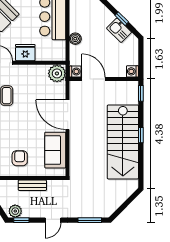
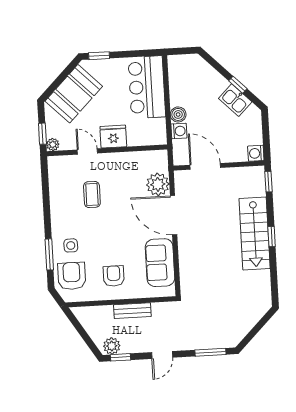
washing machine: (75, 72) -> (179, 131), moved
plant: (57, 73) -> (158, 184), moved
stairs: (123, 142) -> (255, 234), width x0.73, depth x0.66

